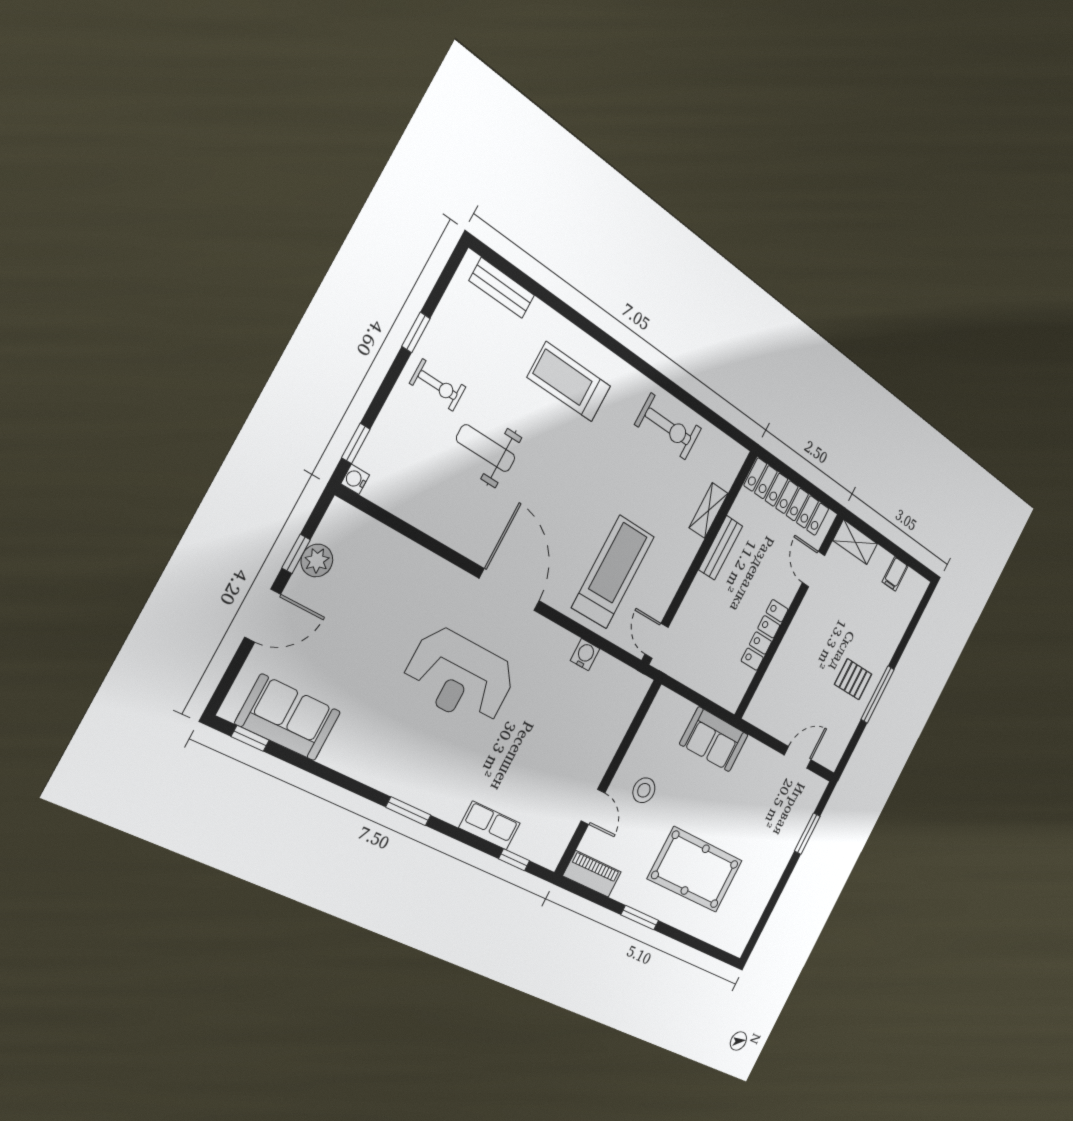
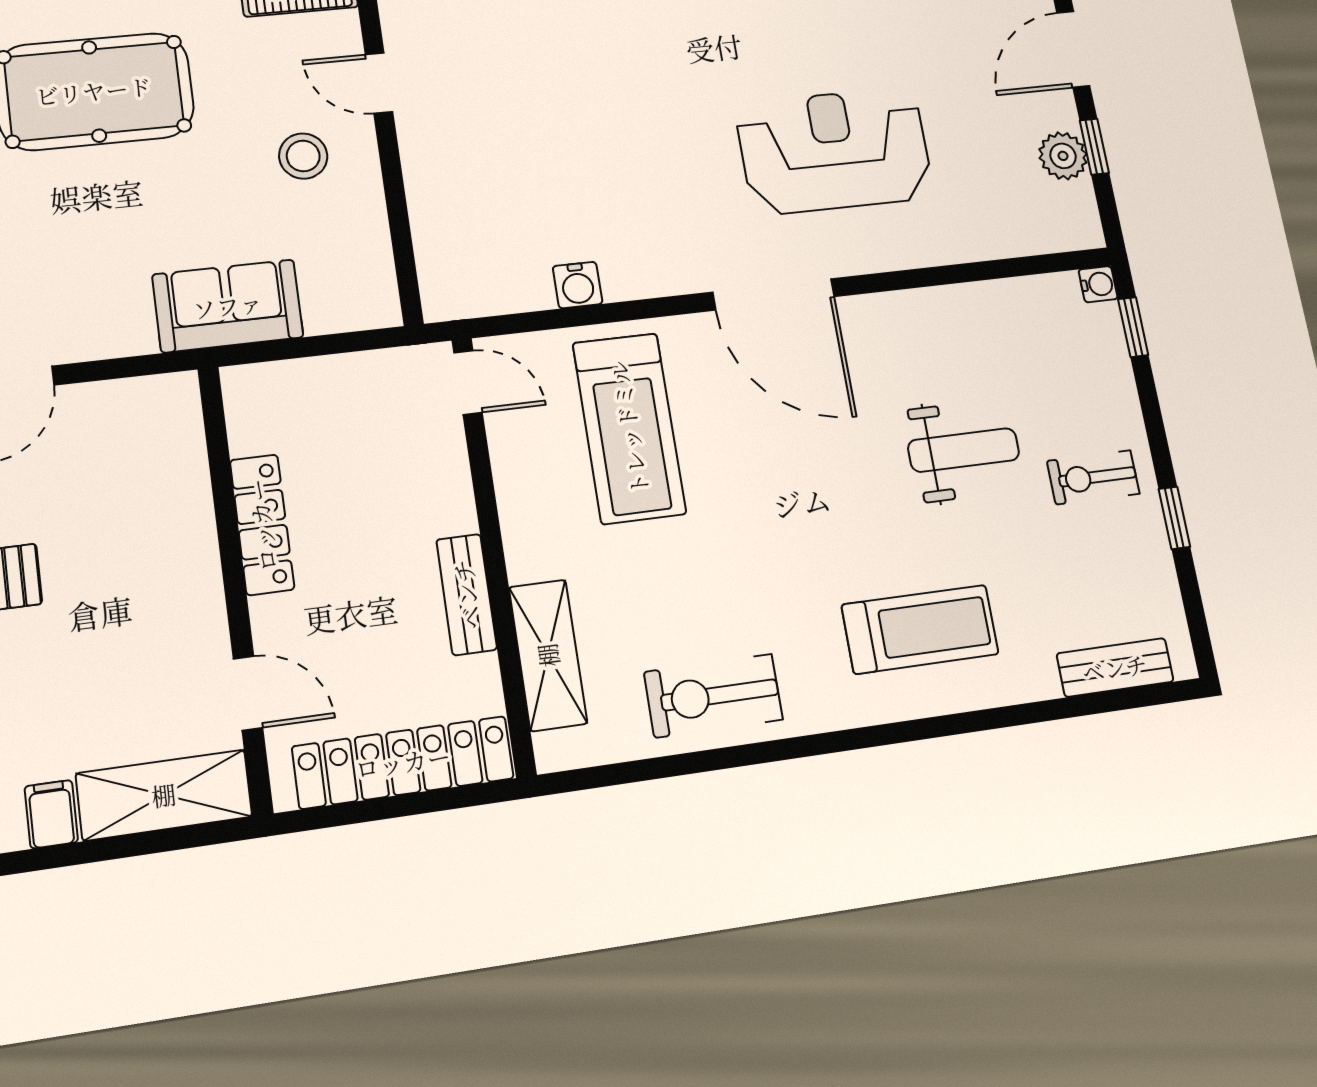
shelving: (709, 510) -> (548, 655), width x1.50, depth x1.33
shelving: (855, 542) -> (164, 795), width x1.50, depth x1.33
reception desk: (460, 677) -> (834, 151), moved

